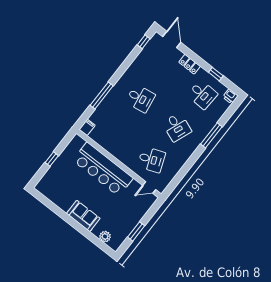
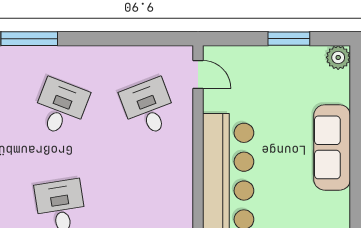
sofa: (83, 216) -> (332, 147), width x1.36
plant: (105, 237) -> (338, 57), moved

